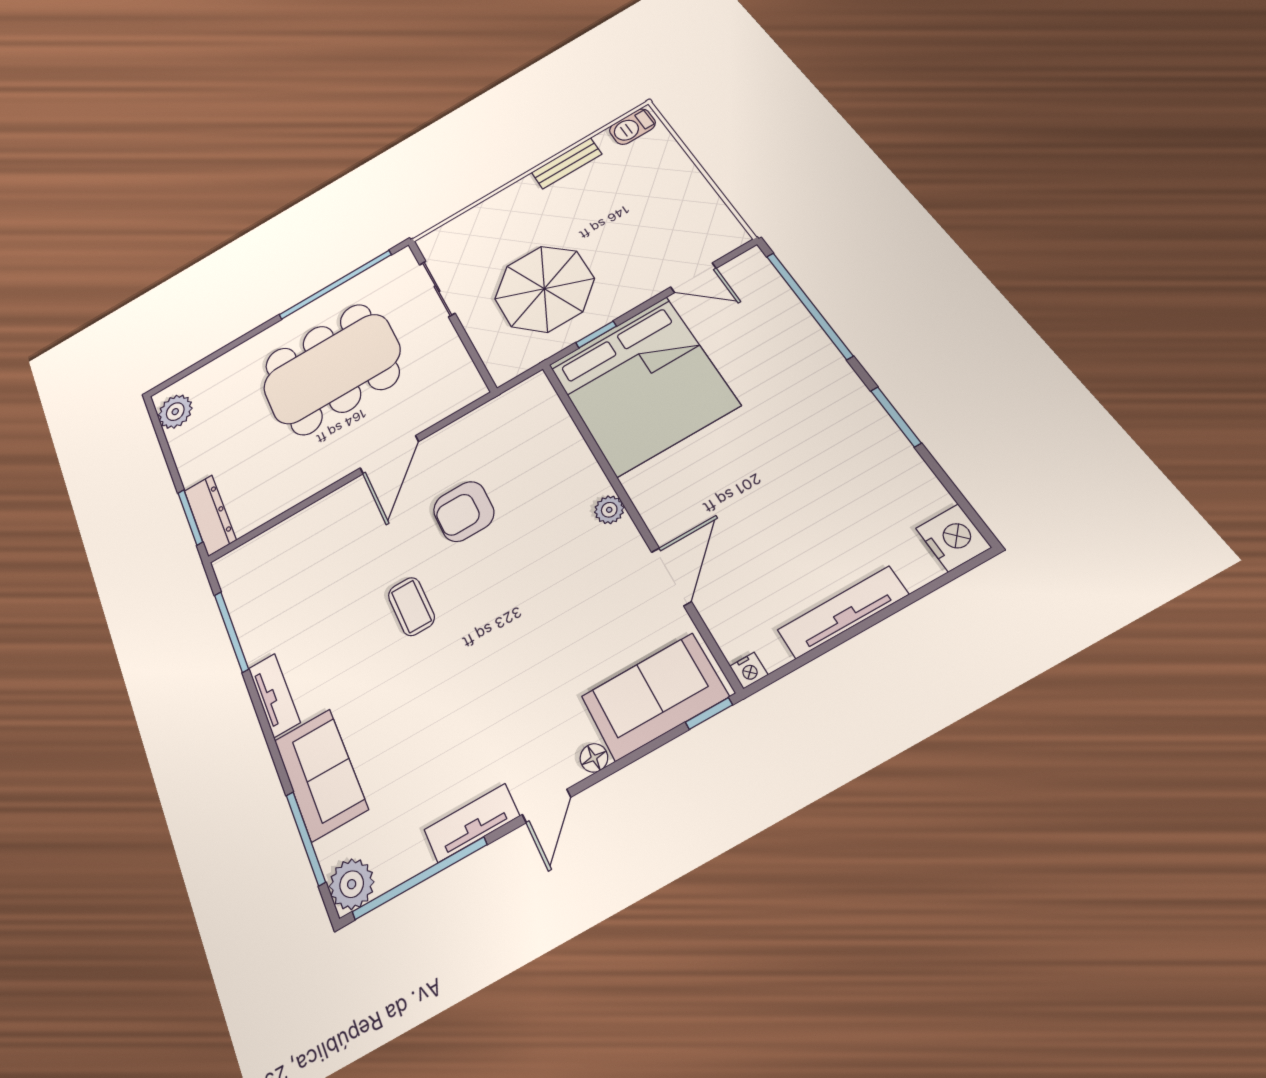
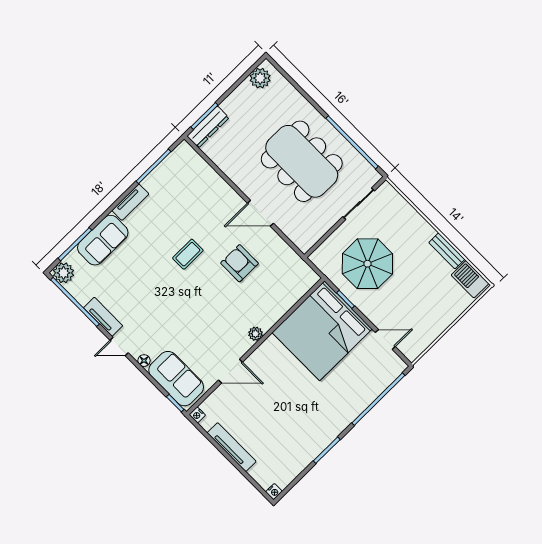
barbecue: (632, 127) -> (470, 279), width x1.38, depth x1.27
door: (693, 278) -> (385, 340), swing flipped
nightstand: (953, 538) -> (274, 492), width x0.53, depth x0.56

